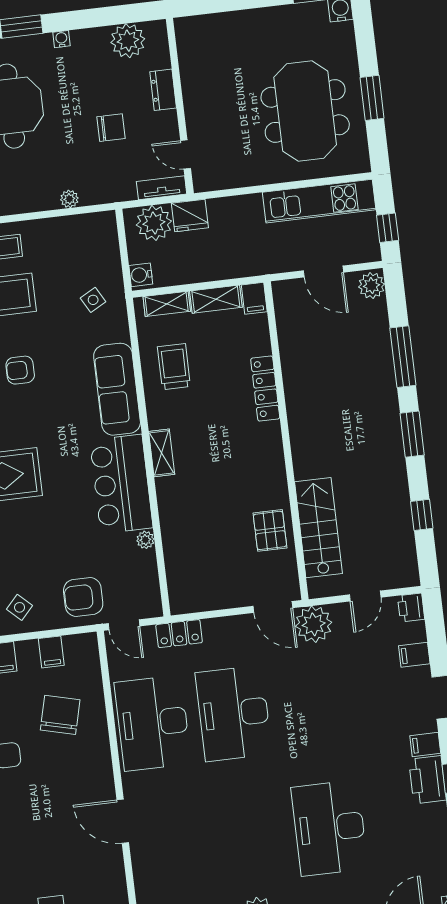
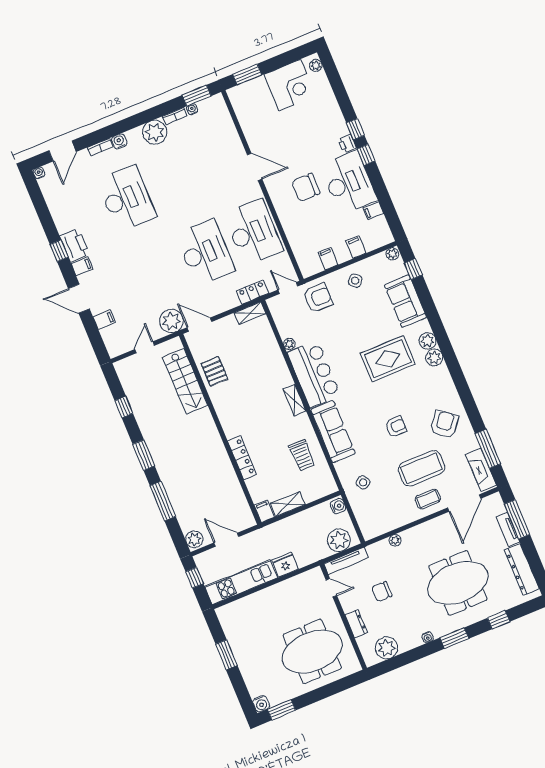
meeting table: (305, 111) -> (312, 651), moved, turned 90
tv unit: (162, 188) -> (346, 561), width x1.41
fridge: (190, 215) -> (285, 565), moved
shelving: (167, 304) -> (250, 313), moved
printer: (411, 608) -> (114, 348), removed
chair: (60, 715) -> (306, 187), moved, turned 76

